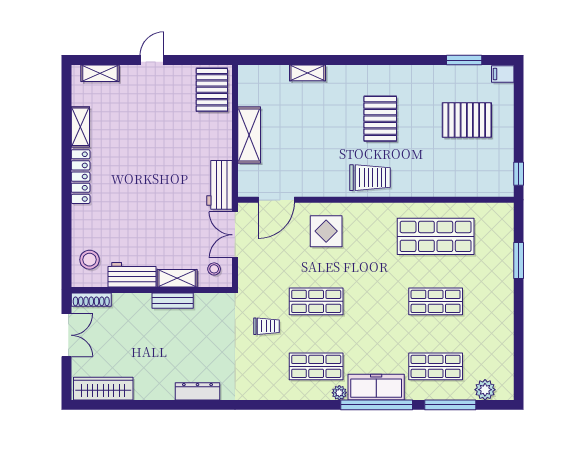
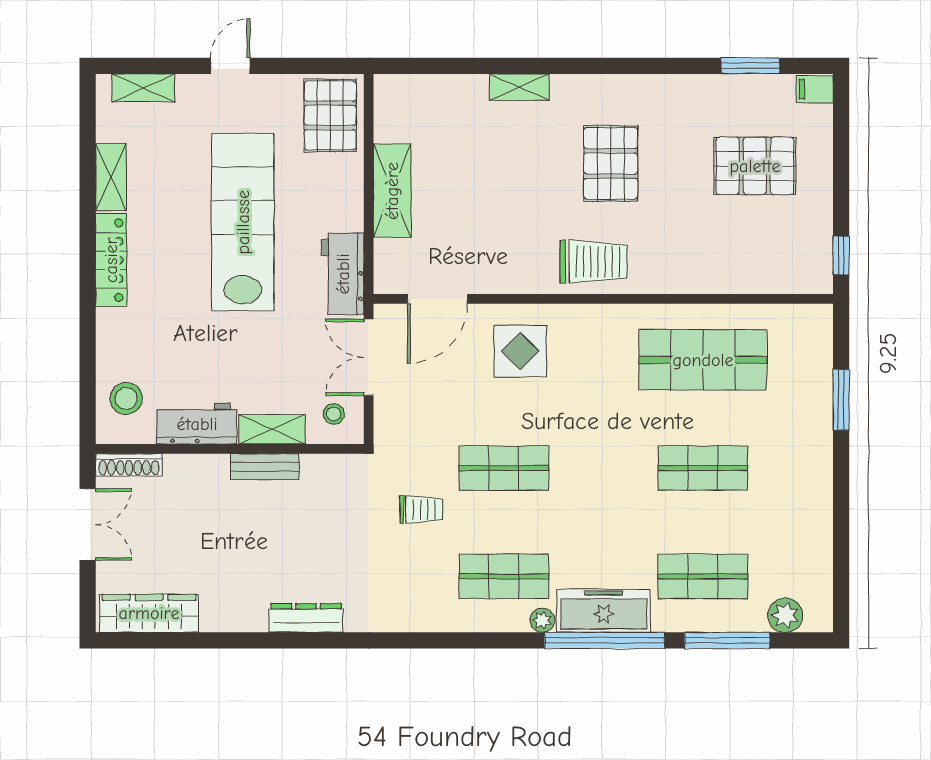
shelving: (307, 73) -> (519, 87), moved
lab bench: (159, 154) -> (243, 222), added

